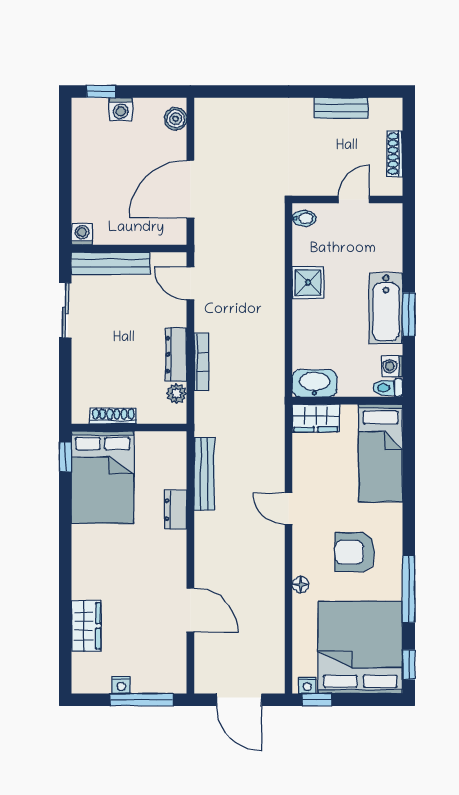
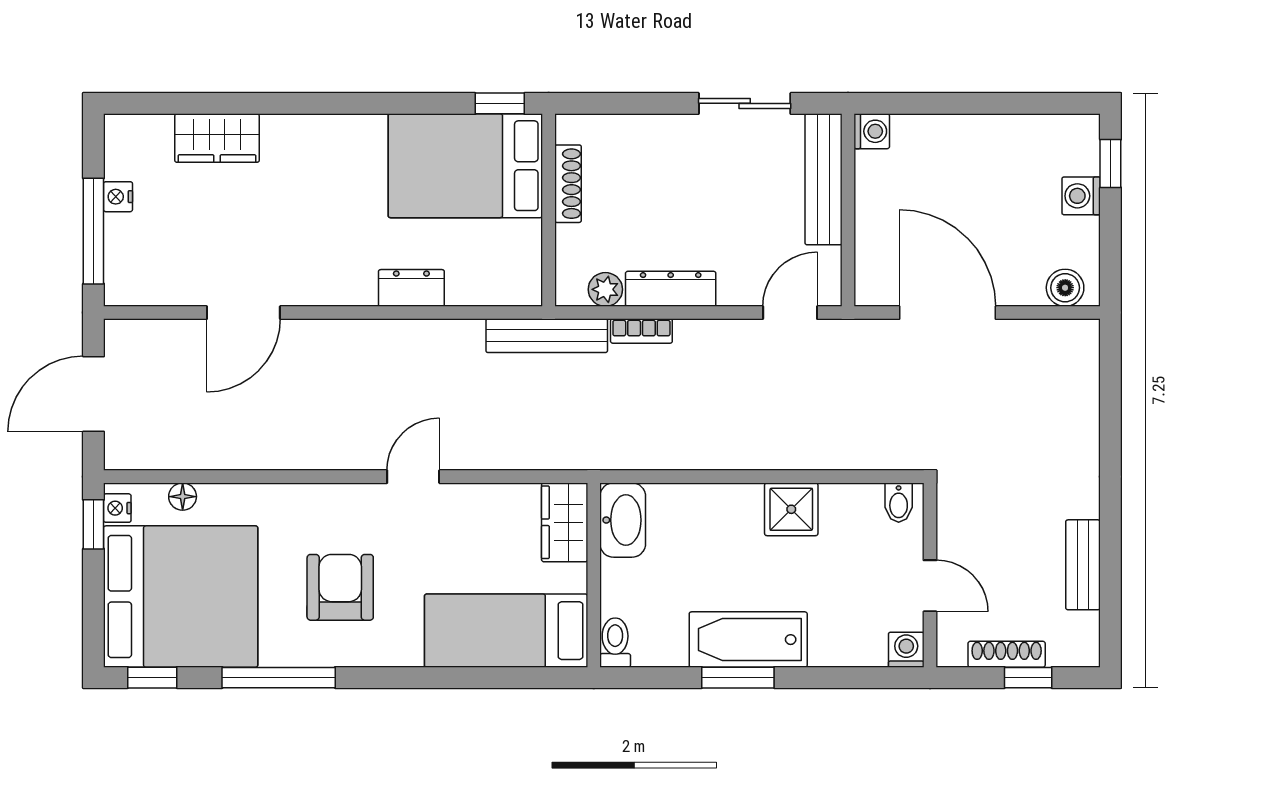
window: (409, 141) -> (1028, 678), added
bookcase: (201, 362) -> (641, 331), width x0.64
washing machine: (392, 366) -> (906, 650), moved
bench: (204, 474) -> (547, 336), moved
floor lamp: (300, 585) -> (183, 497), moved

